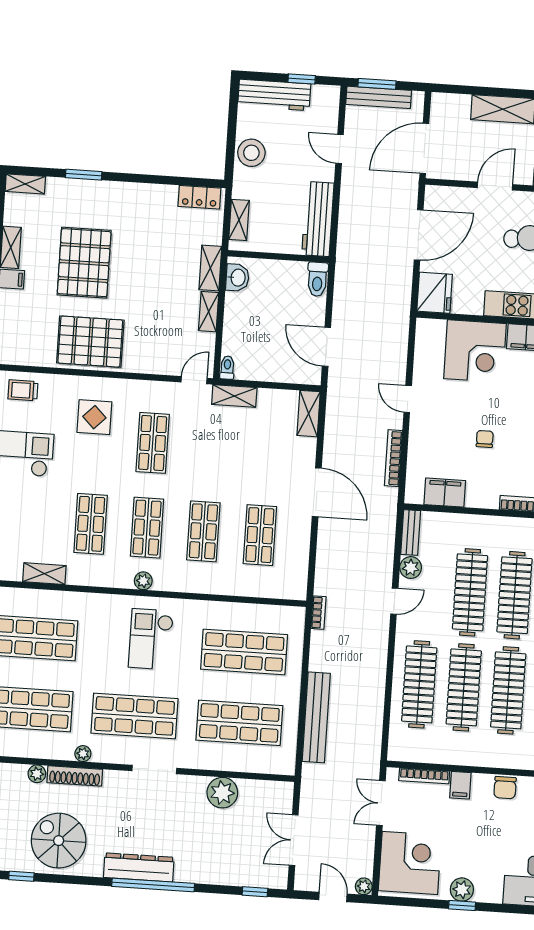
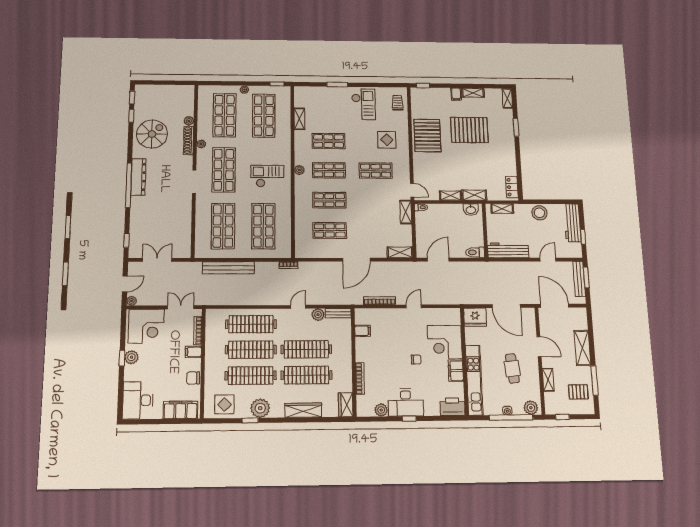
chair: (485, 439) -> (416, 360), moved
filing cabinet: (445, 493) -> (363, 331), width x0.50
door: (394, 601) -> (298, 307), swing flipped
plant: (222, 793) -> (183, 219), removed

